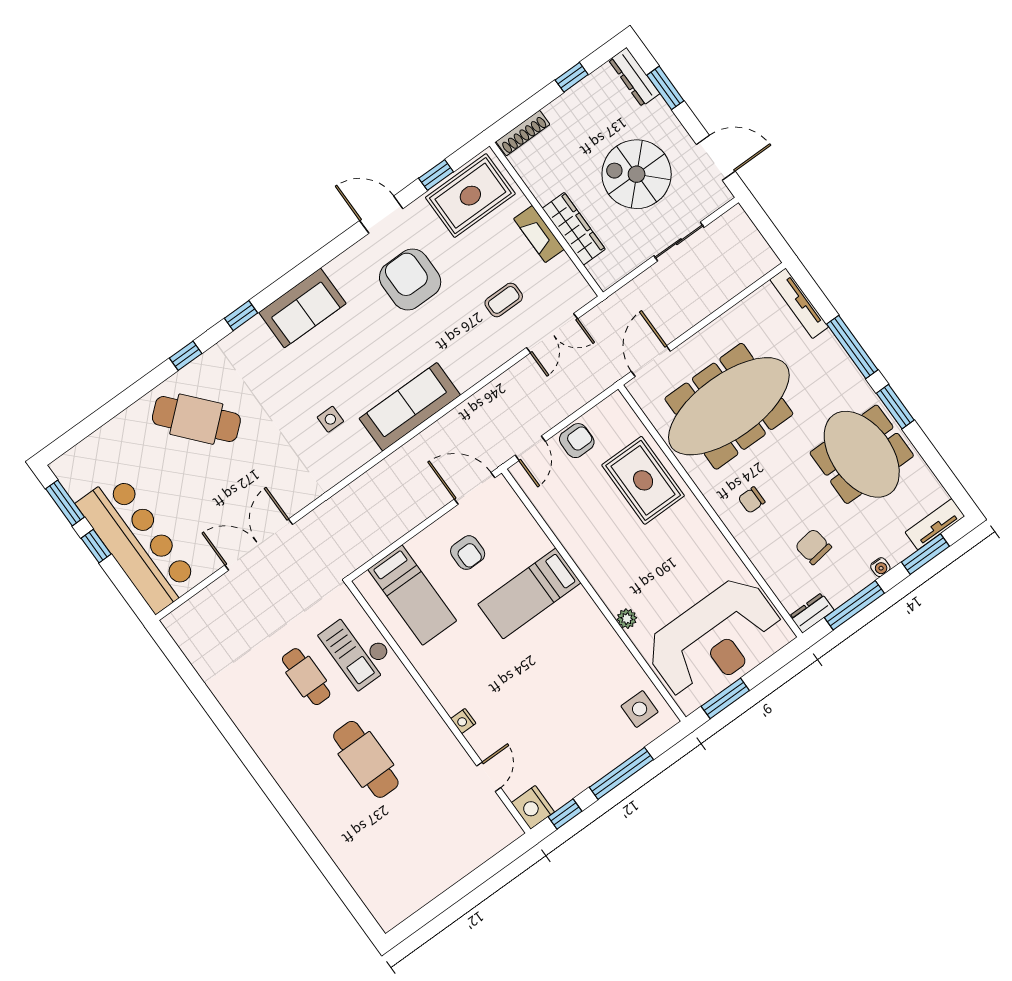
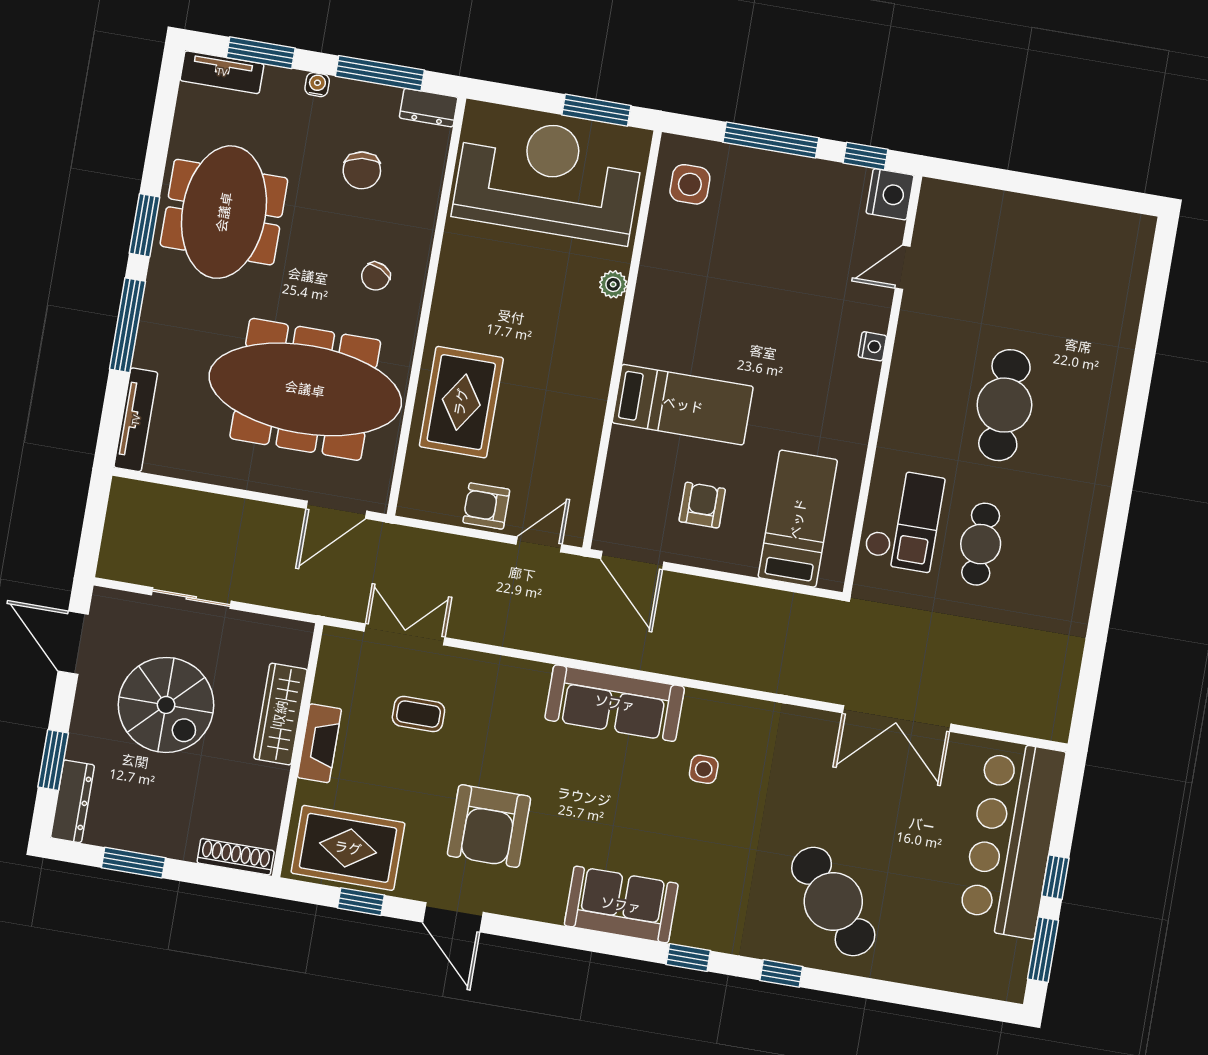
window: (572, 77) -> (133, 863), width x1.50
chair: (752, 500) -> (376, 276), turned 116

